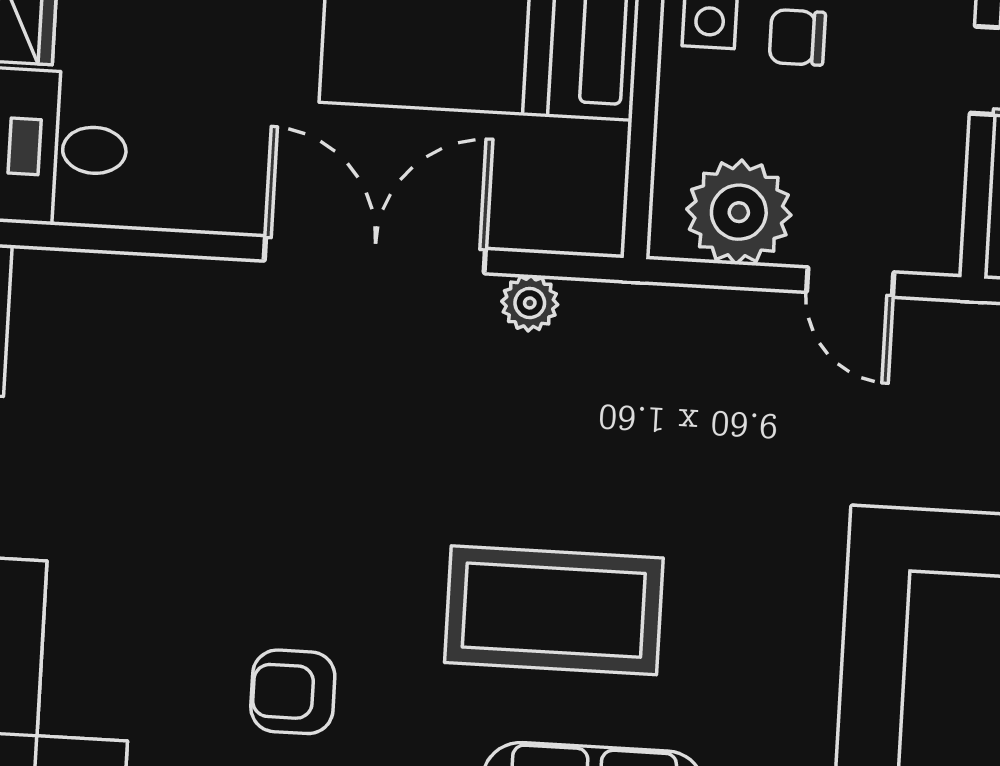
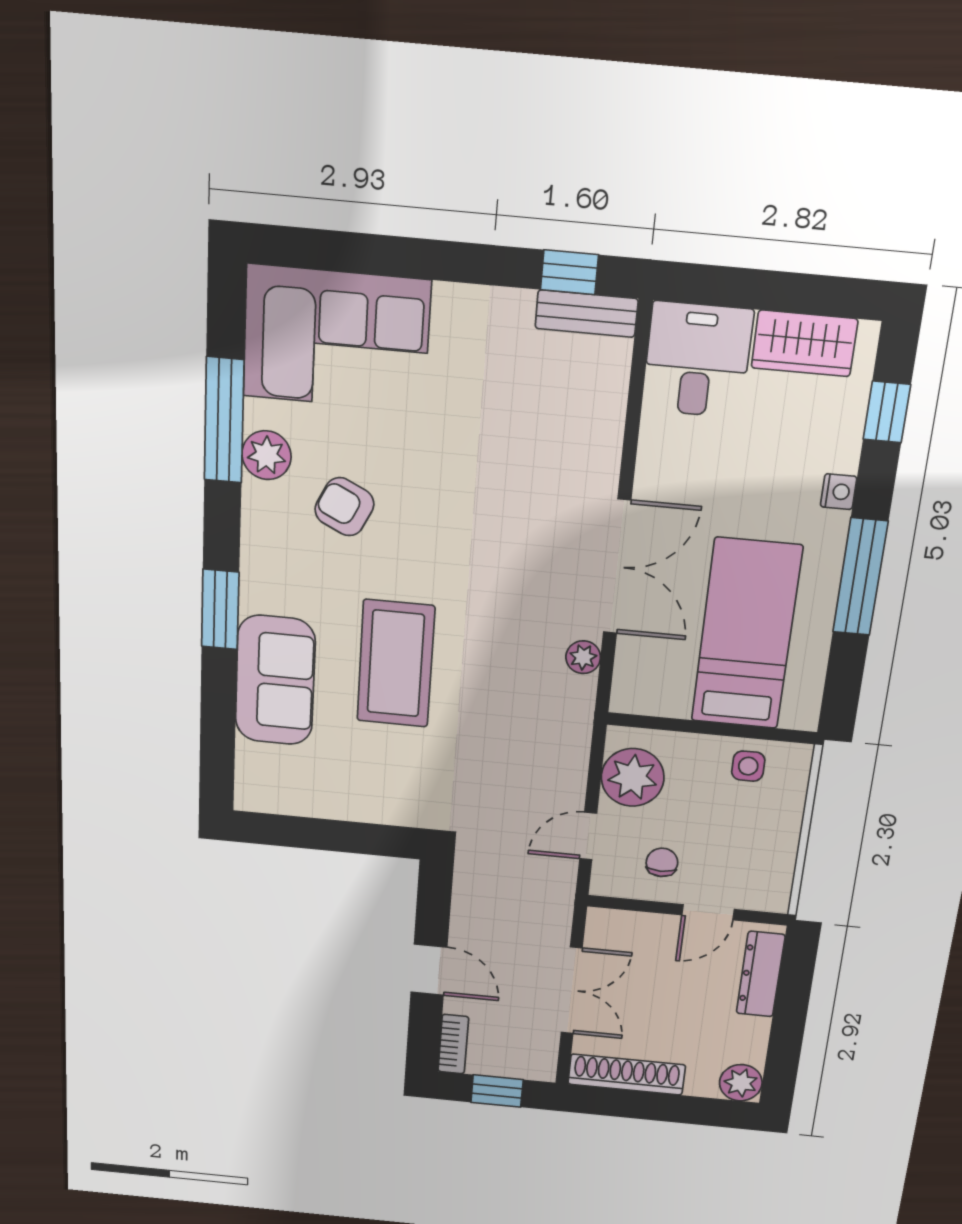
chair: (797, 37) -> (662, 862), moved
armchair: (293, 692) -> (344, 507), turned -64

